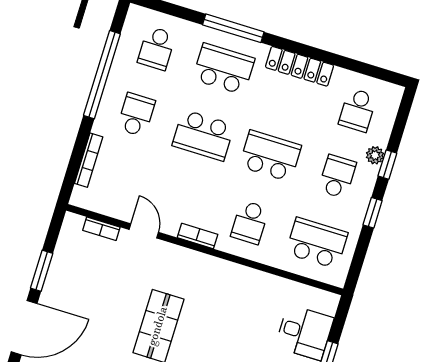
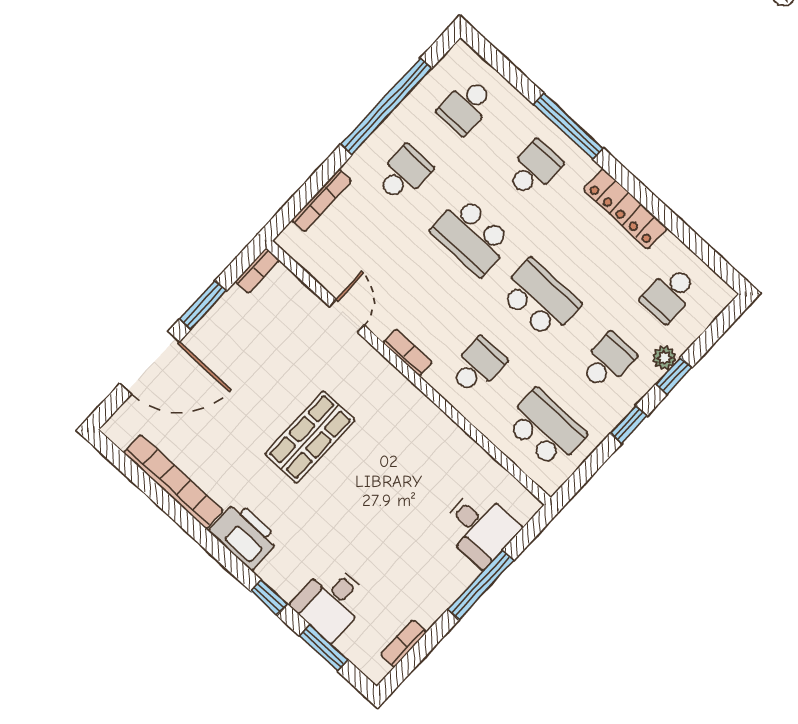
school desk: (224, 69) -> (534, 169), width x0.54
school desk: (250, 222) -> (478, 366), turned 180
bookcase: (101, 229) -> (257, 271), moved, turned -90

